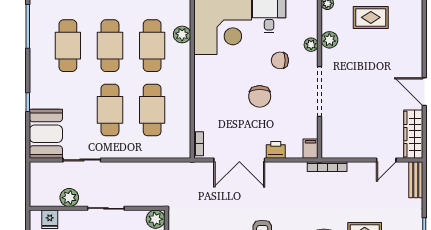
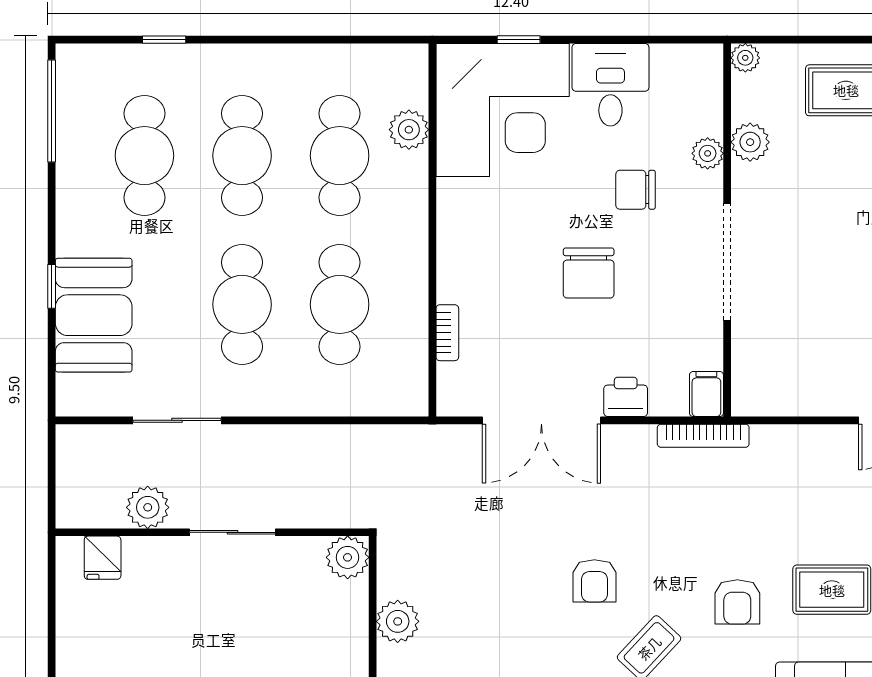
booth: (46, 134) -> (94, 315), moved
bookcase: (199, 144) -> (447, 333), moved
bookcase: (327, 167) -> (703, 436), moved

